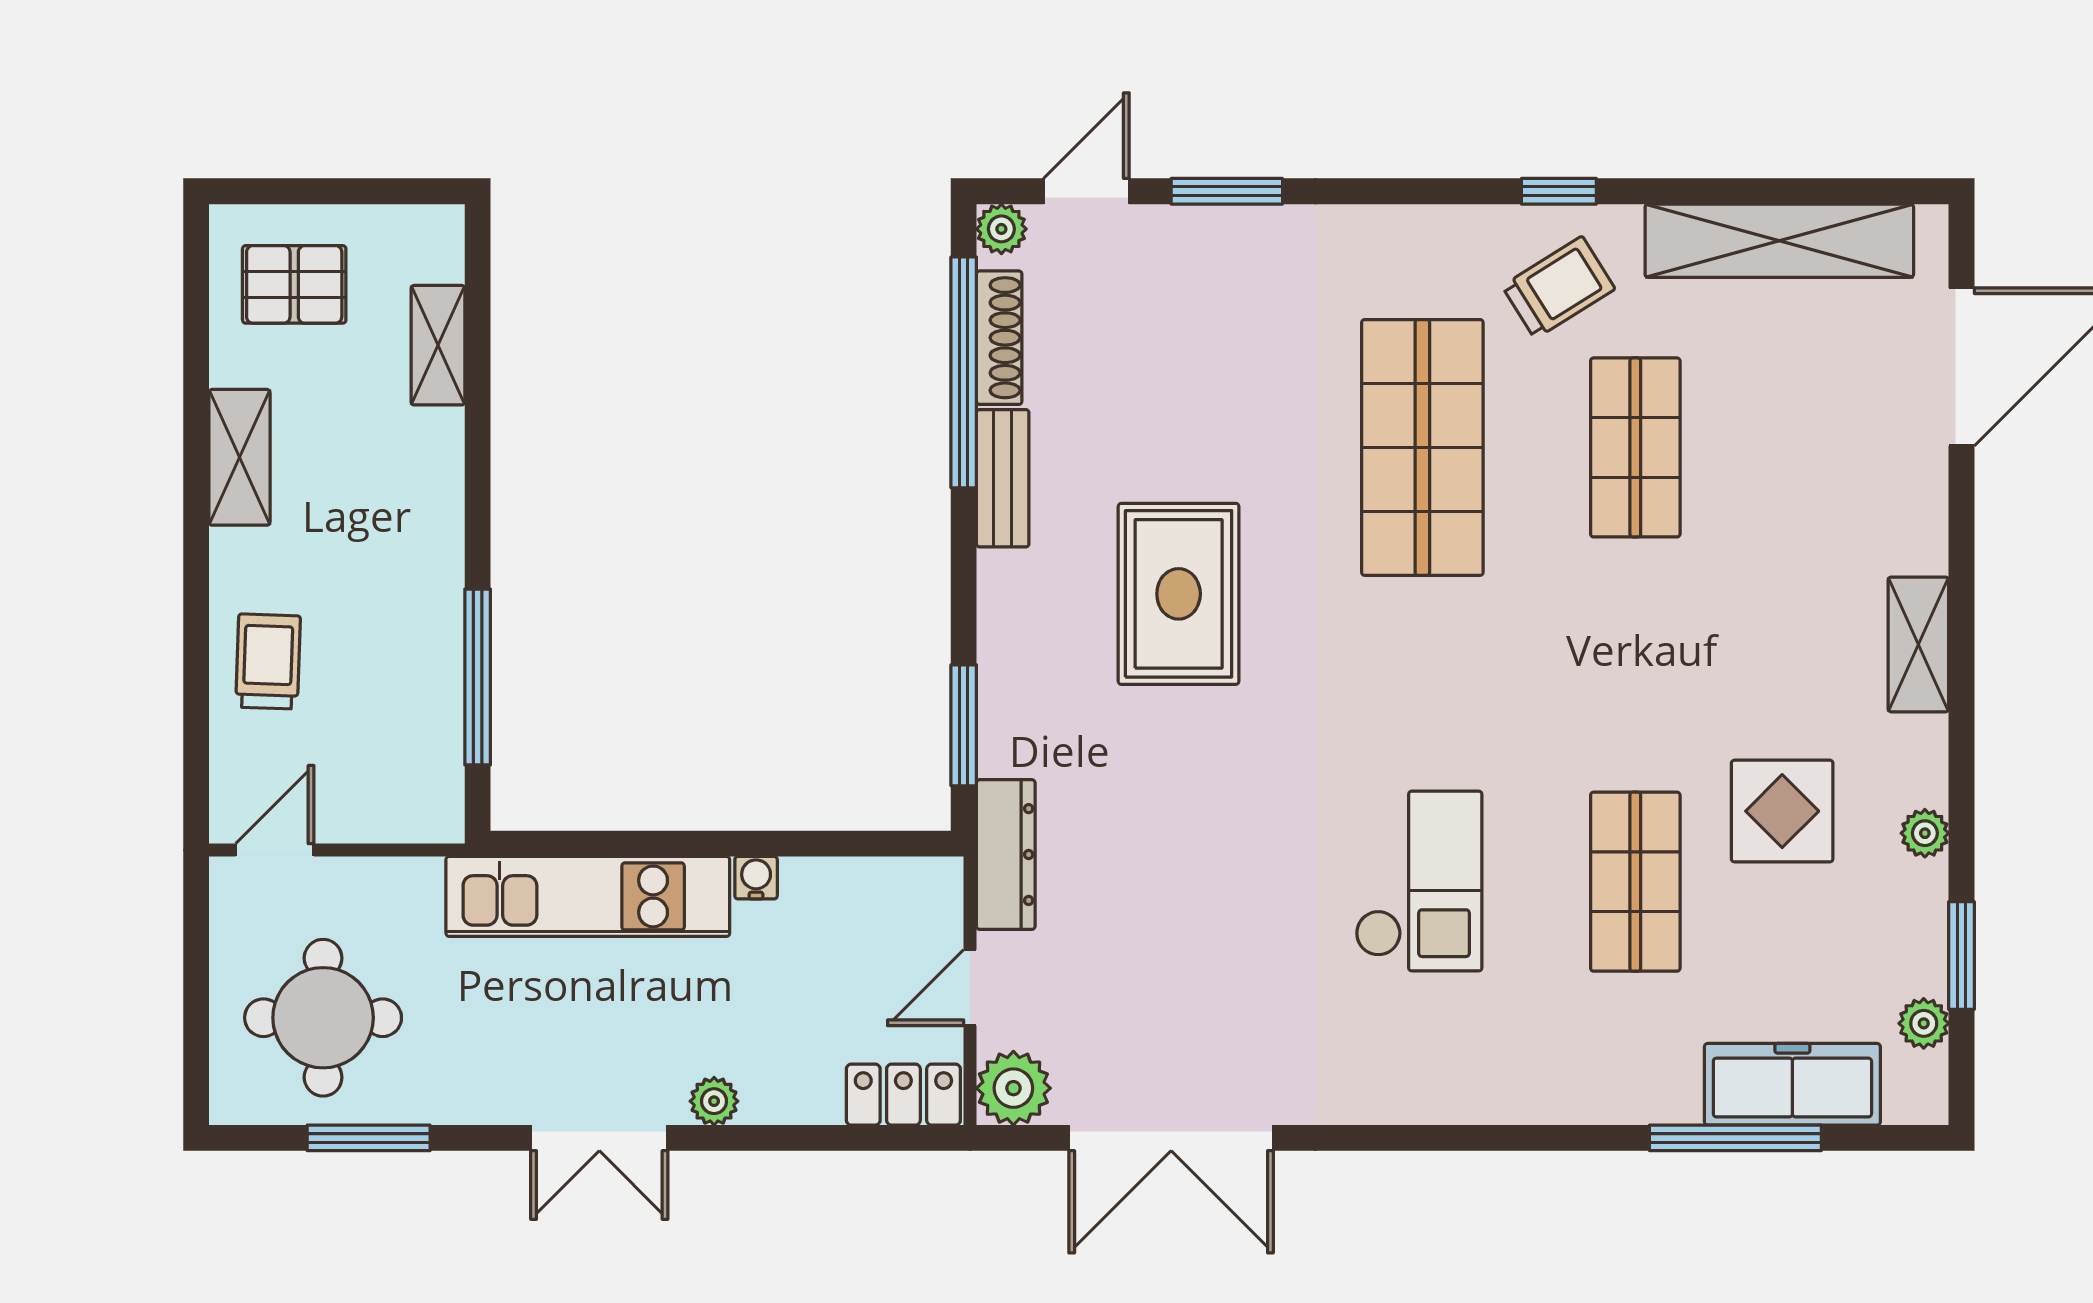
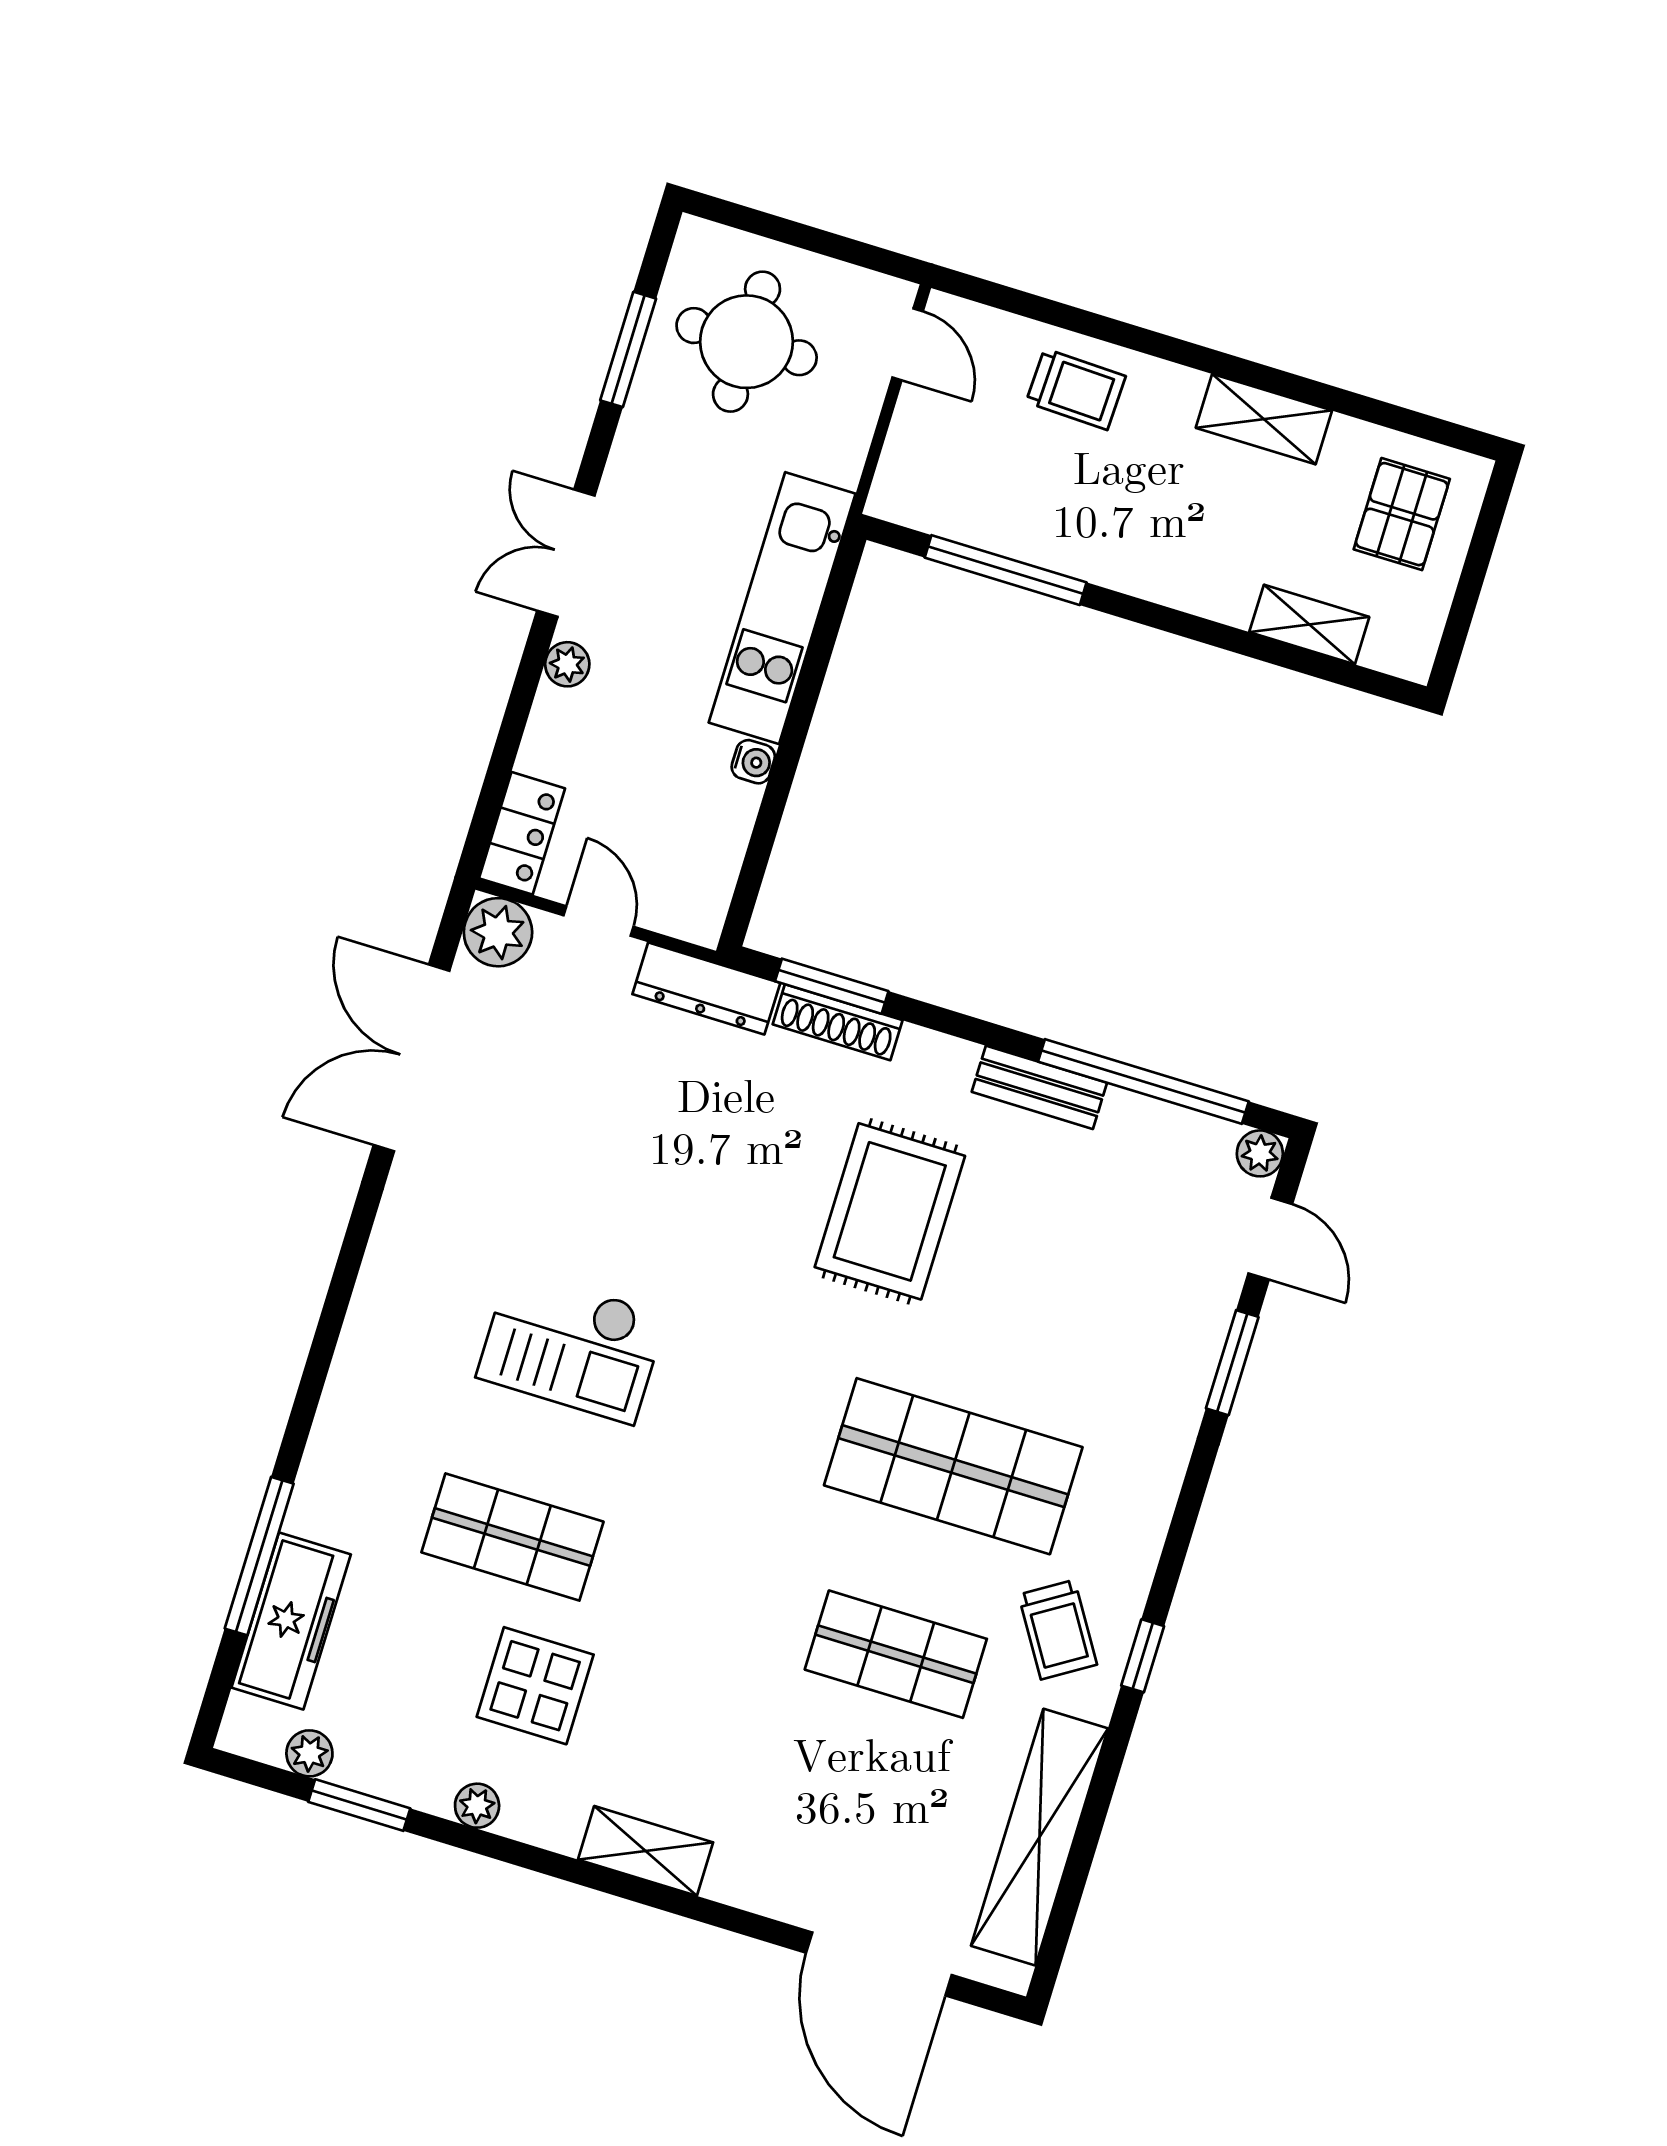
shoe rack: (999, 338) -> (838, 1022), moved
rug: (1179, 594) -> (890, 1211), turned 90

